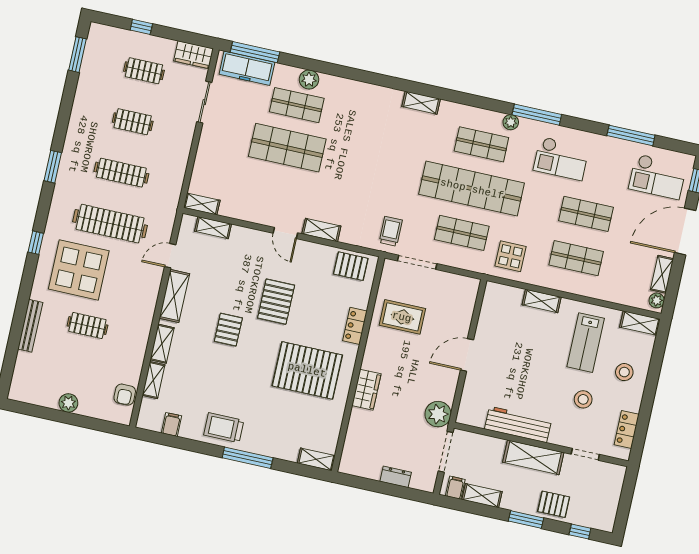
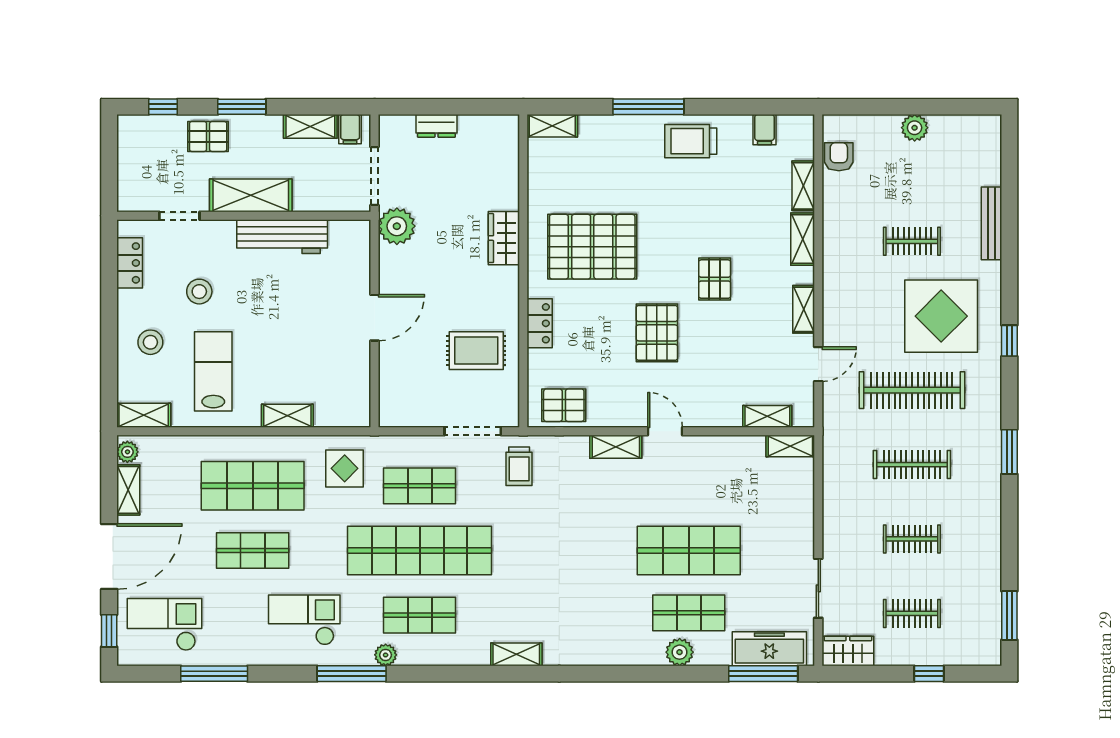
shop shelf: (576, 258) -> (253, 486), width x1.43, depth x1.36
shelving: (174, 296) -> (804, 309), width x0.67, depth x0.75
trolley: (224, 428) -> (691, 141), turned 180

